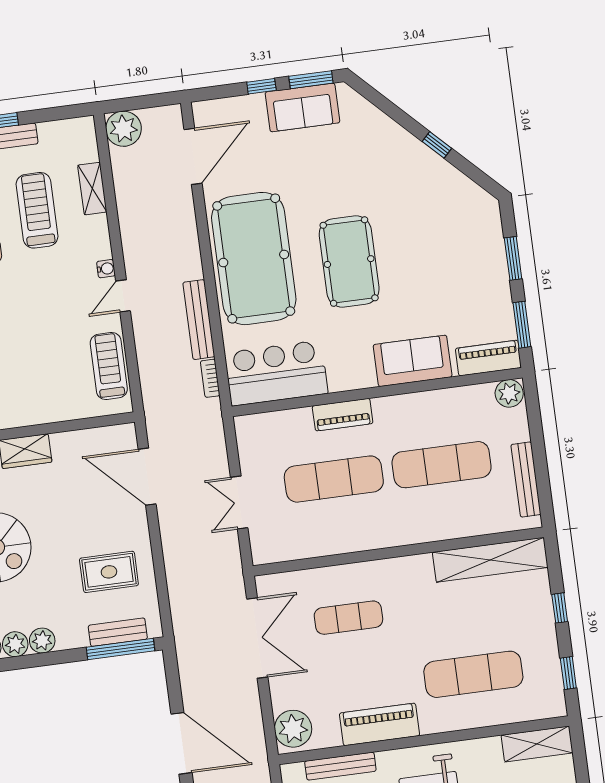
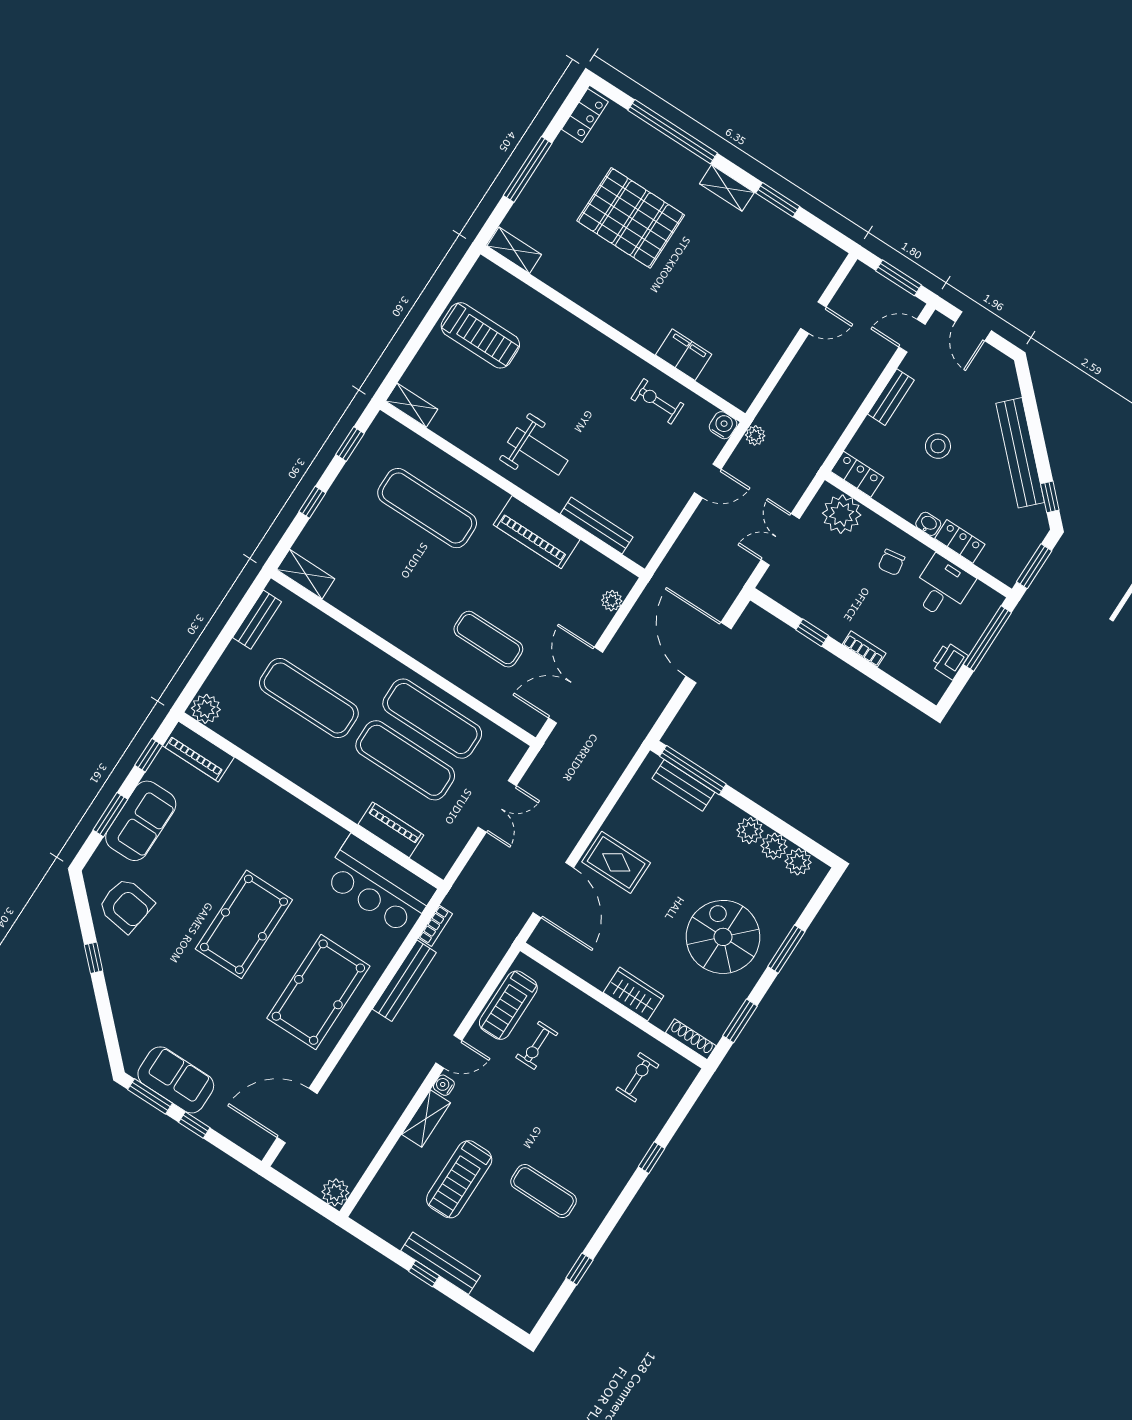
plant: (124, 129) -> (335, 1192), width x0.73, depth x0.73
shelving: (92, 189) -> (426, 1118), moved
armchair: (446, 203) -> (126, 905), added
pool table: (254, 259) -> (318, 992), width x0.73, depth x0.76
window: (522, 325) -> (149, 755), width x0.67
exercise bike: (64, 355) -> (537, 1045), added
sofa: (413, 361) -> (141, 821), moved, turned -90
piano: (343, 415) -> (391, 830), moved
bench: (526, 479) -> (257, 620), width x0.73
exercise mat: (340, 526) -> (432, 719), added
shelving: (490, 560) -> (306, 574), width x0.45, depth x0.75
rug: (109, 572) -> (616, 862), moved
plant: (293, 729) -> (612, 601), width x0.53, depth x0.53
shelving: (537, 744) -> (412, 405), width x0.67, depth x0.75

